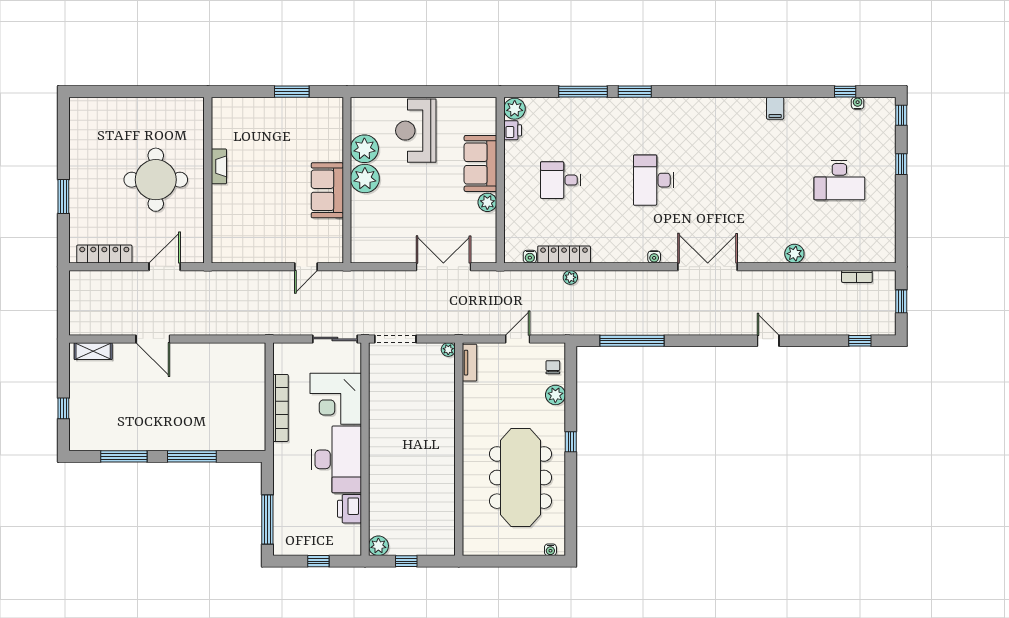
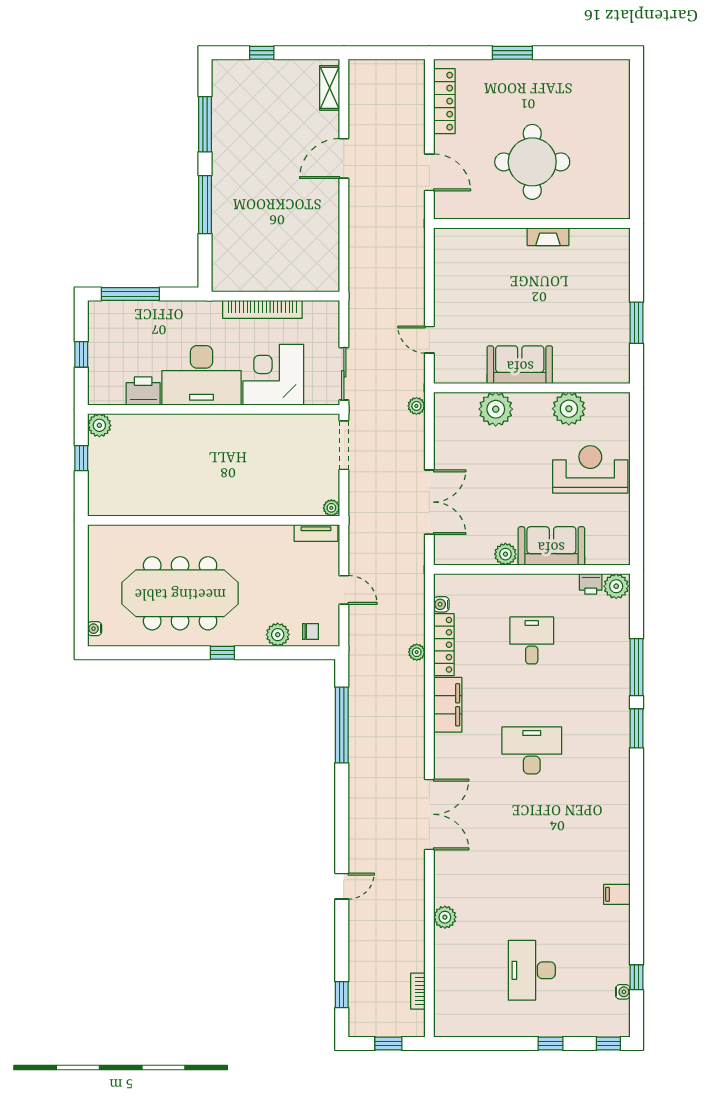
plant: (365, 179) -> (496, 409), moved
filing cabinet: (615, 251) -> (448, 705), added
water cooler: (654, 257) -> (441, 751), removed
plant: (362, 278) -> (416, 406), added

